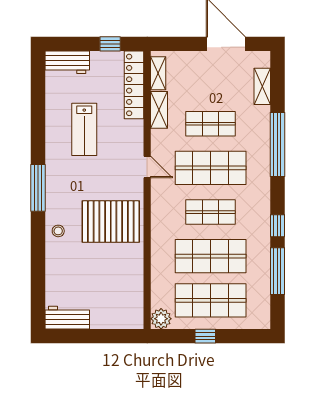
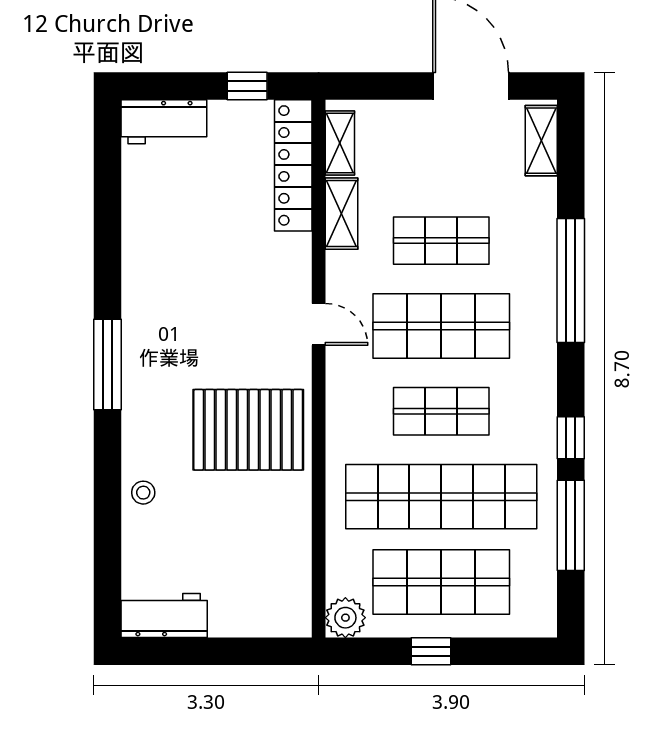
shelving: (262, 86) -> (541, 141), moved
lab bench: (84, 129) -> (197, 252), removed
stool: (58, 231) -> (143, 493), moved
shop shelf: (211, 256) -> (441, 497), width x1.40

